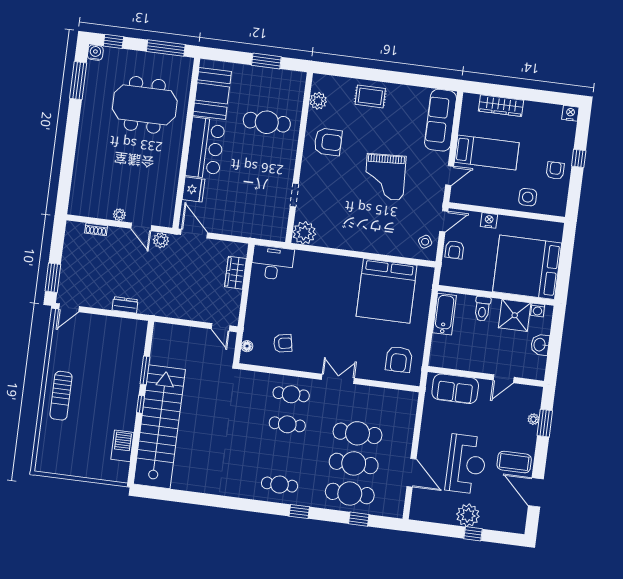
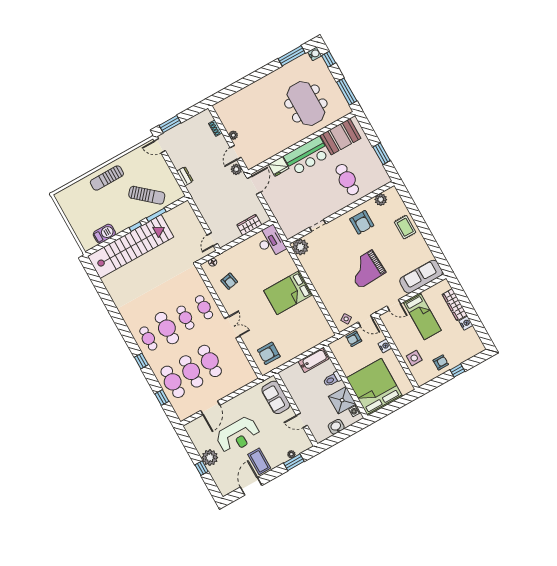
nightstand: (570, 113) -> (466, 323), moved
bed: (387, 291) -> (288, 293), moved, width x0.73
sun lounger: (115, 365) -> (147, 195), added
cafe table: (283, 454) -> (167, 328), added

